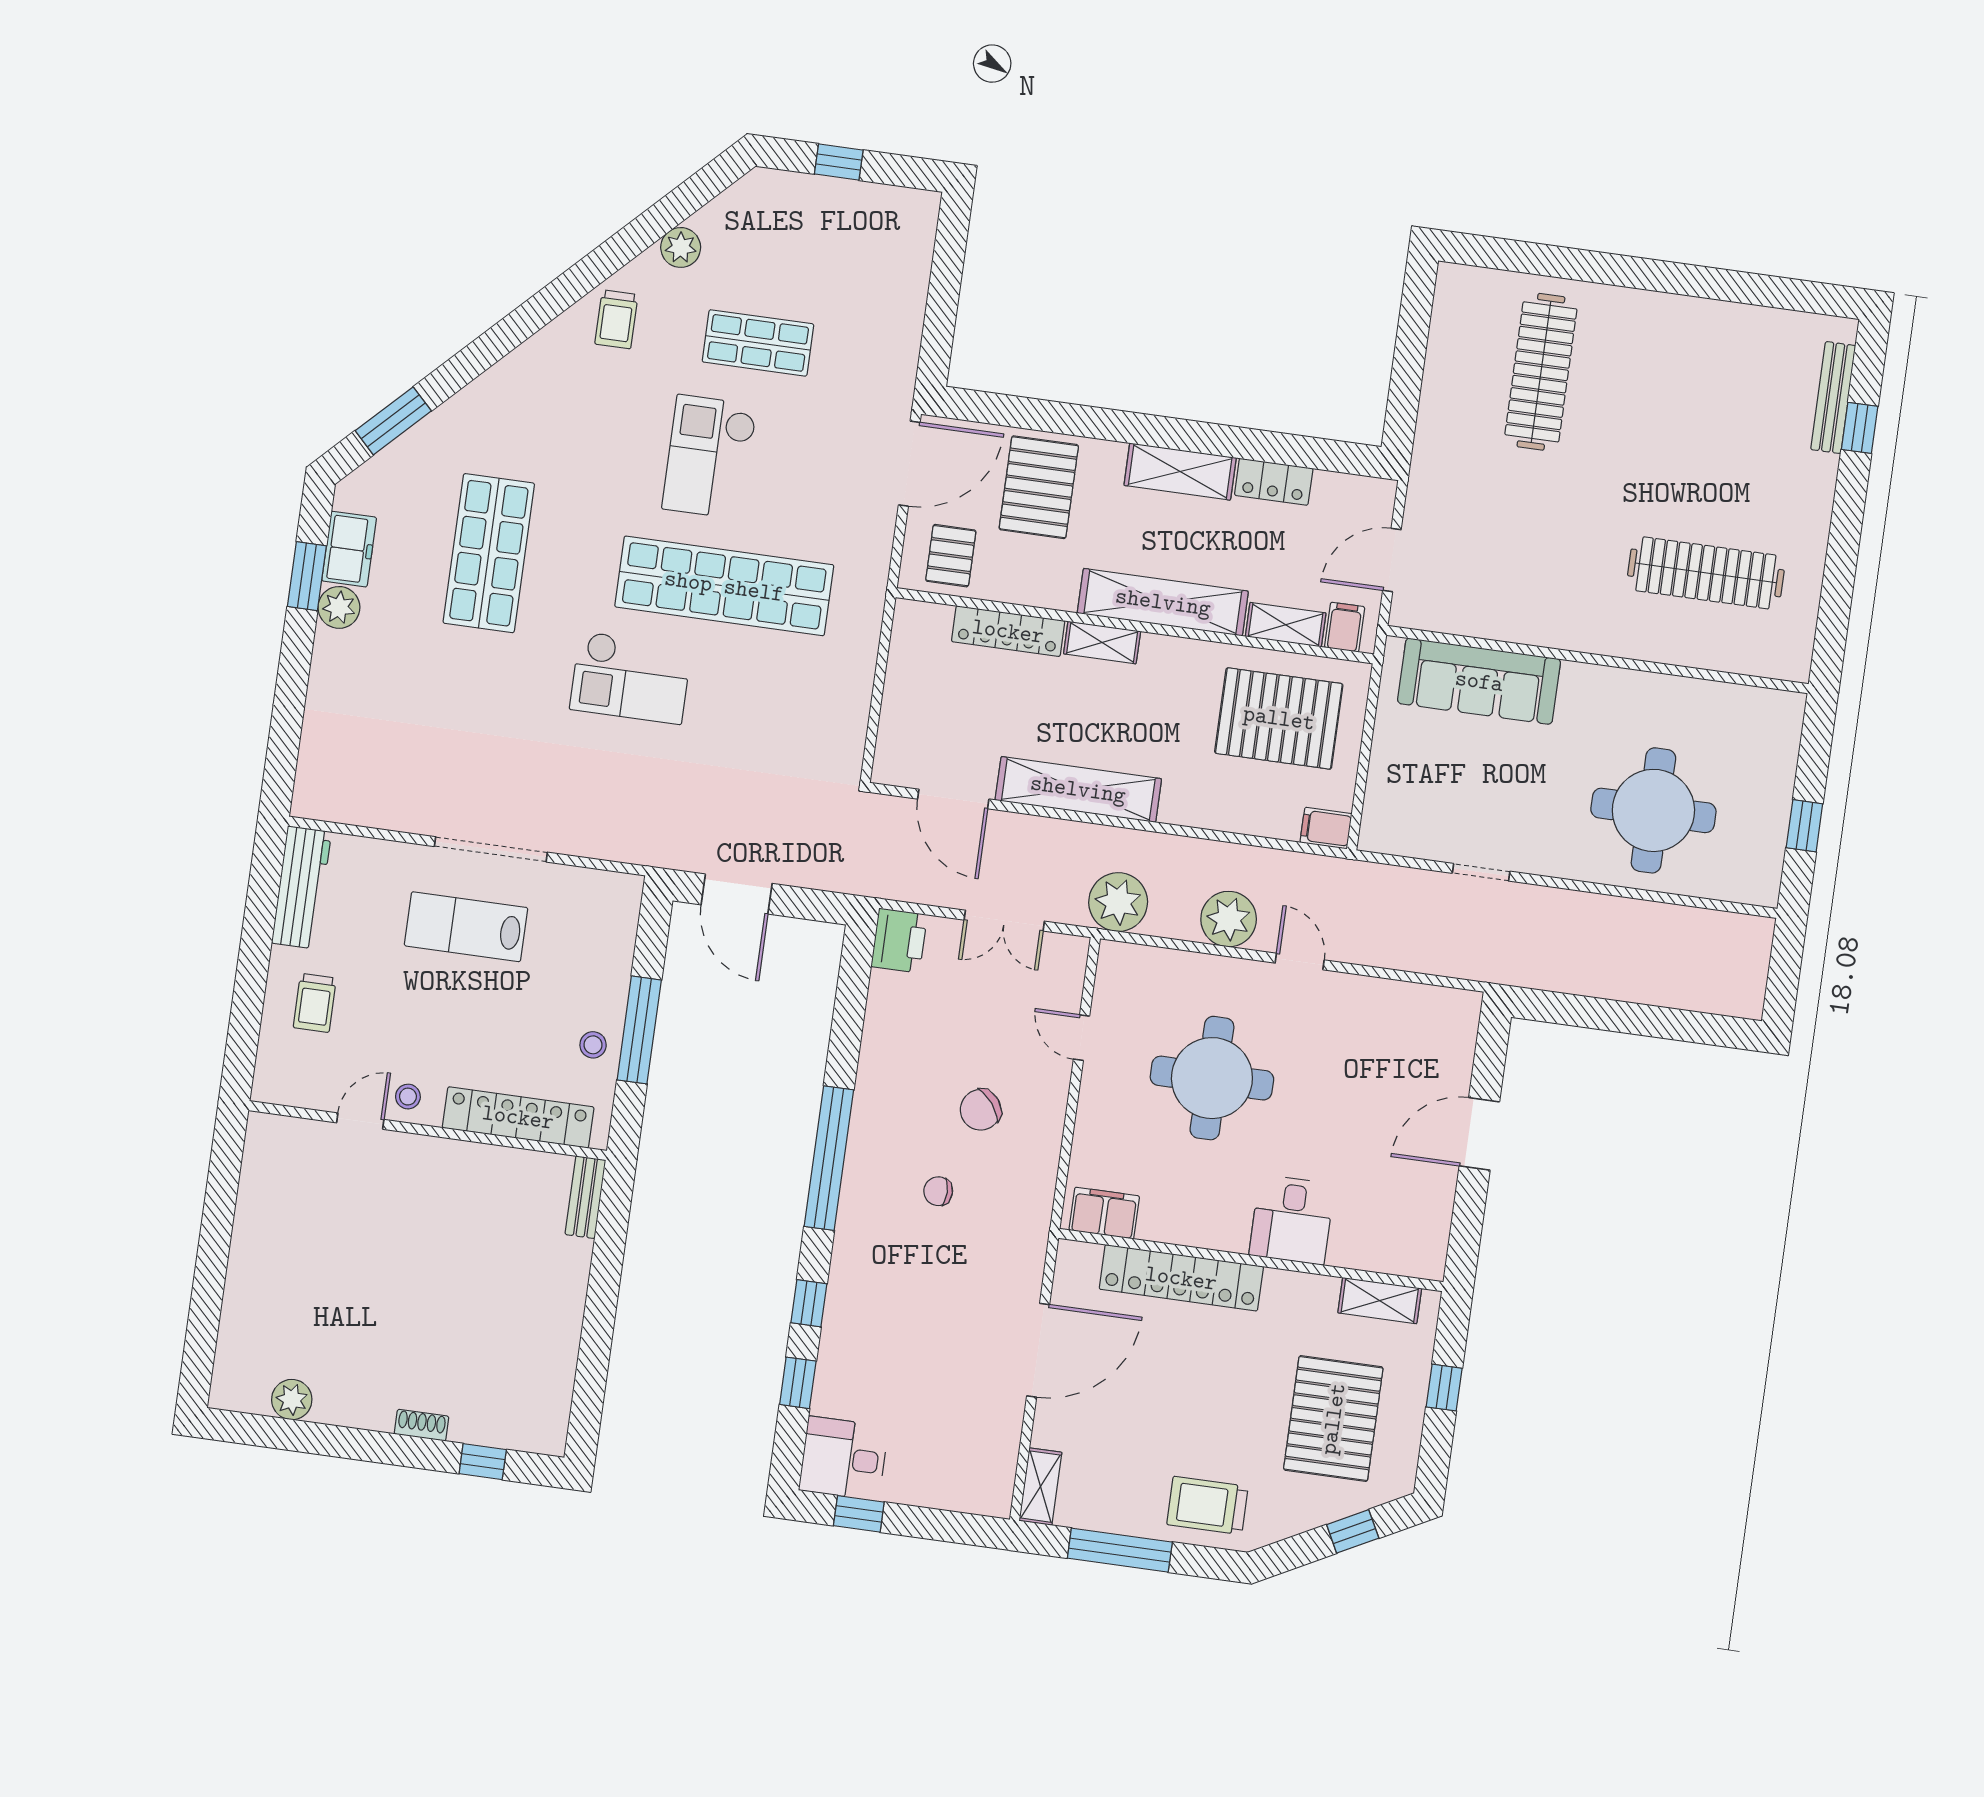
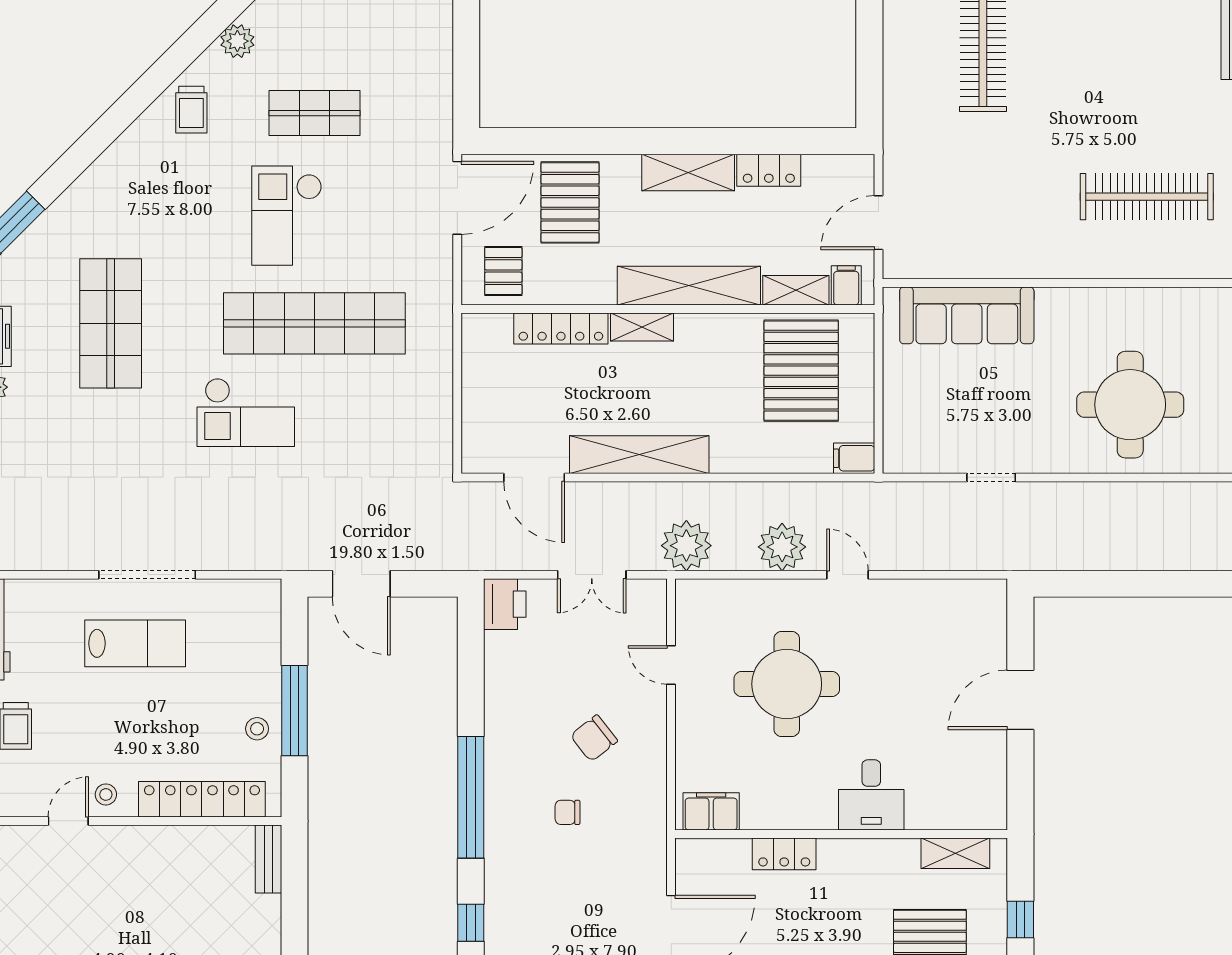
pallet: (1279, 718) -> (801, 371), turned 90
lab bench: (466, 927) -> (135, 643), turned 180
locker: (1181, 1278) -> (784, 854), width x0.46, depth x0.83

